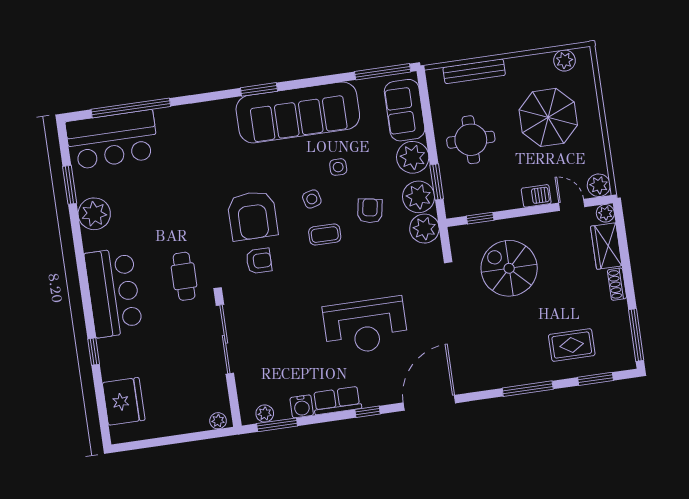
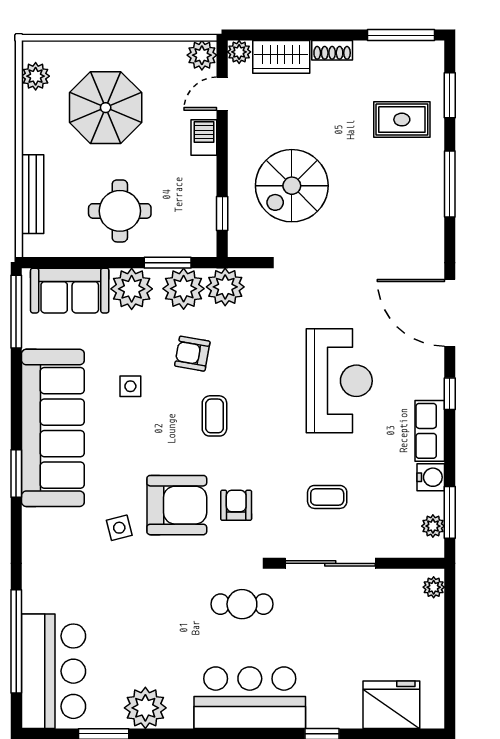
side table: (312, 199) -> (119, 528), moved
coffee table: (275, 330) -> (327, 497), added
rug: (572, 345) -> (402, 120), turned 90

